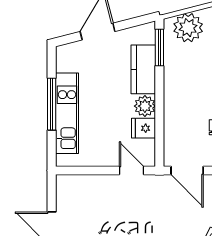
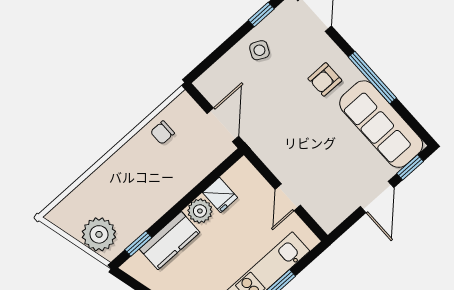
window: (159, 48) -> (138, 244), width x0.67
door: (132, 170) -> (288, 197), moved

